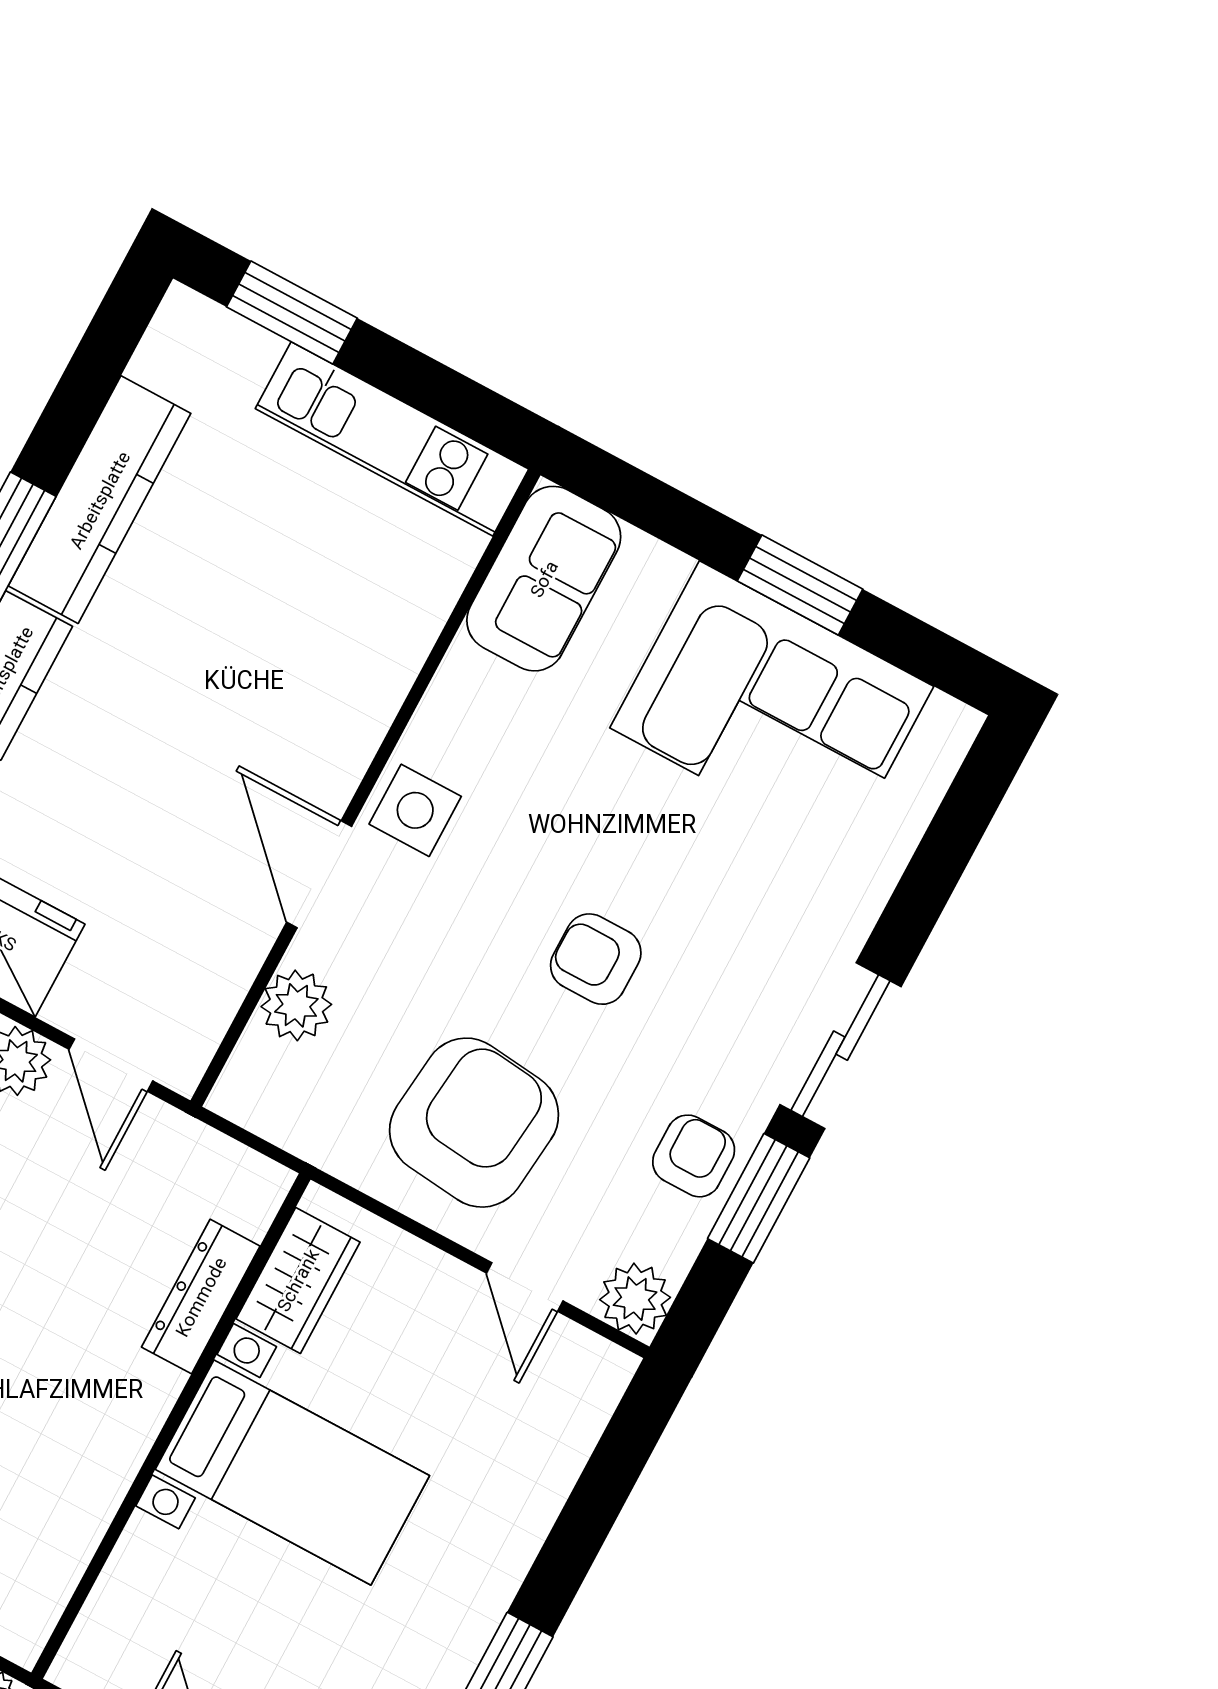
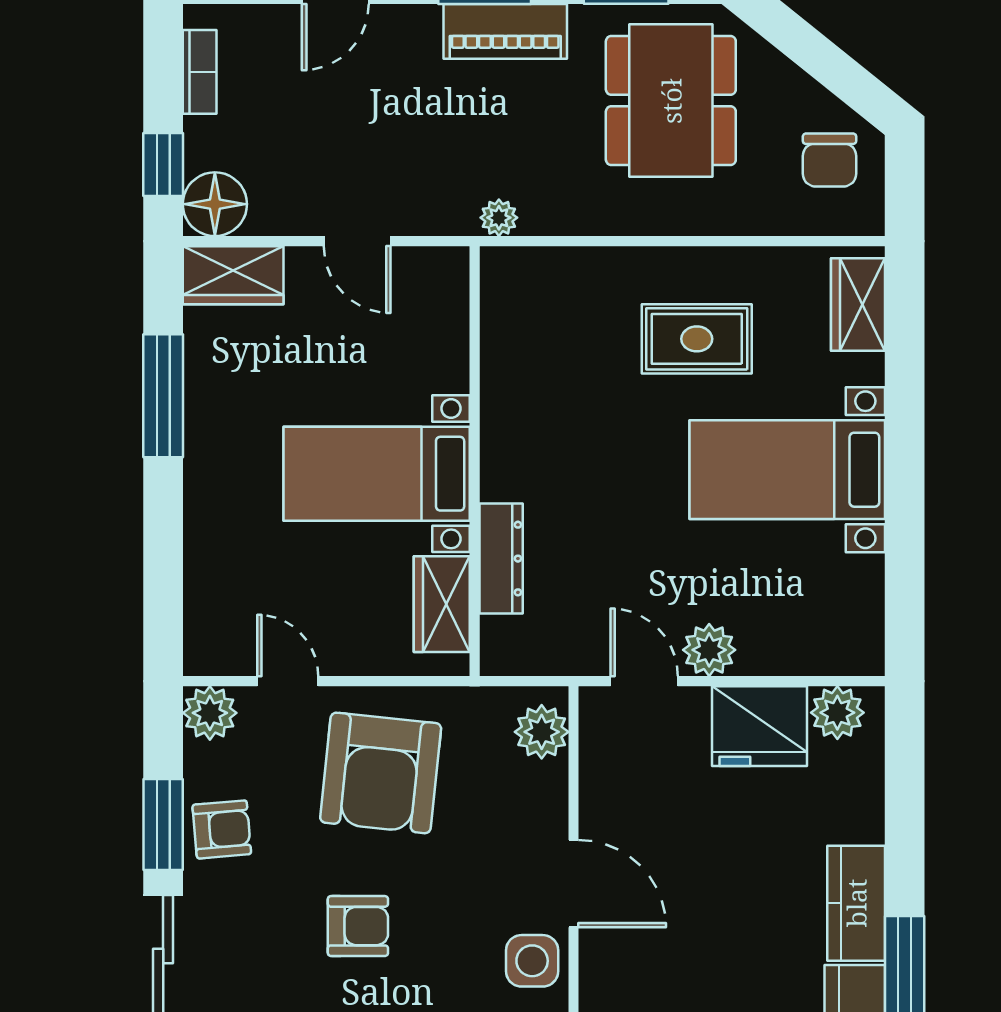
plant: (296, 1005) -> (542, 732), moved
armchair: (694, 1156) -> (222, 829), turned -95

